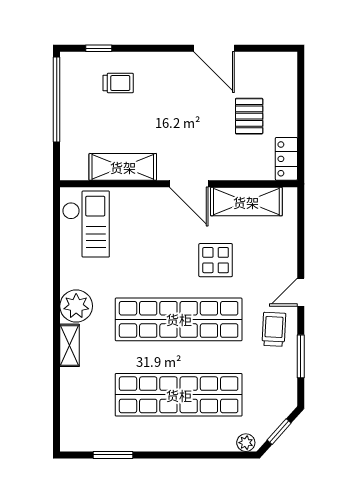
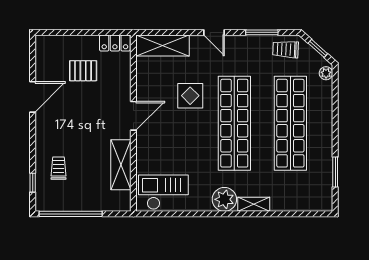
shelving: (246, 202) -> (163, 46), moved, turned 90
trolley: (274, 329) -> (286, 49), moved

